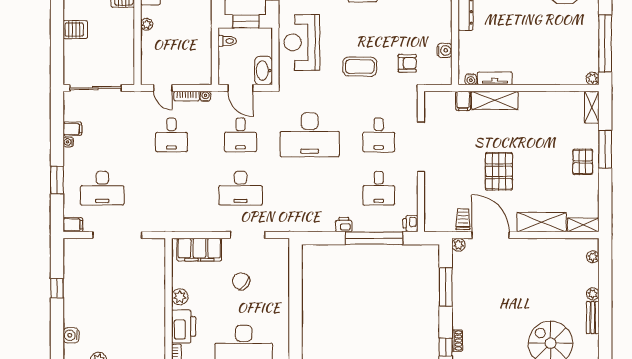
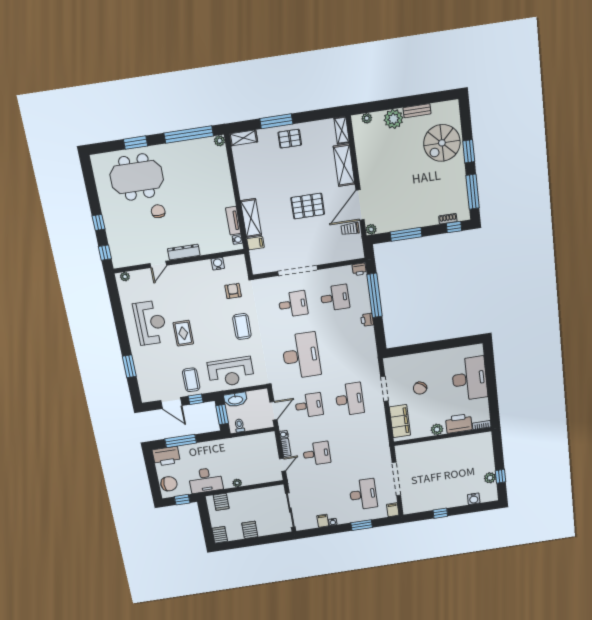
washbasin: (264, 71) -> (235, 400), moved
plant: (593, 294) -> (394, 119), width x1.87, depth x1.87

